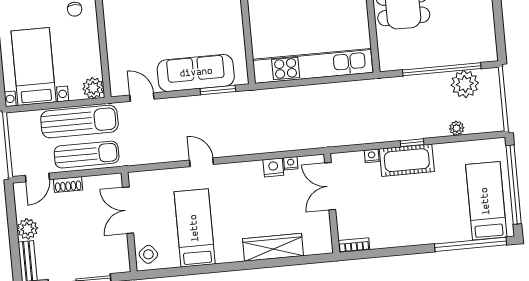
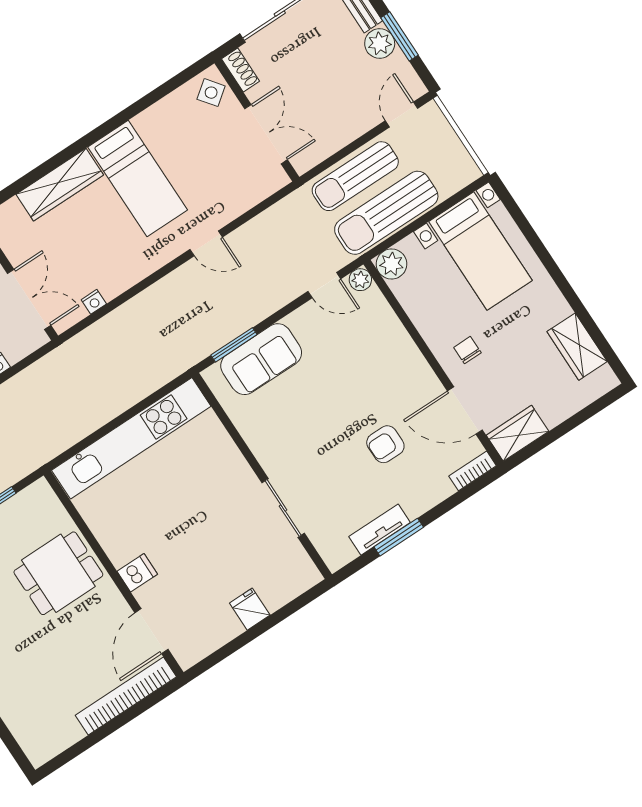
sofa: (196, 73) -> (261, 359), width x0.73
plant: (118, 89) -> (360, 280), added
nightstand: (273, 167) -> (113, 285), removed
shoe rack: (68, 184) -> (241, 70), moved, turned 90
window: (13, 227) -> (399, 36), added
bed: (195, 228) -> (138, 178), moved

